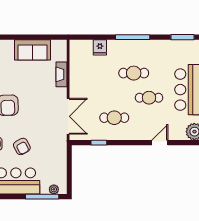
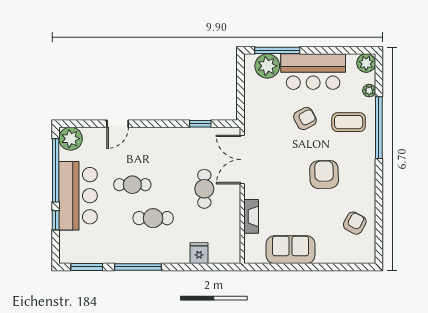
window: (133, 37) -> (138, 267), moved
cafe table: (114, 118) -> (204, 189), moved, turned 90
armchair: (22, 146) -> (305, 118), turned 90
plant: (54, 189) -> (267, 66), width x1.87, depth x1.87

